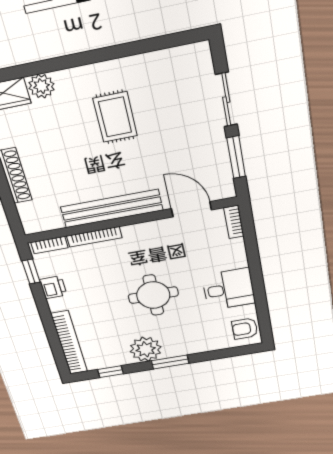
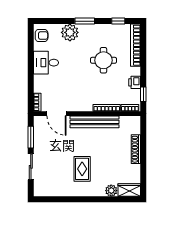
round table: (153, 295) -> (103, 60), moved
plant: (146, 349) -> (70, 32), moved

